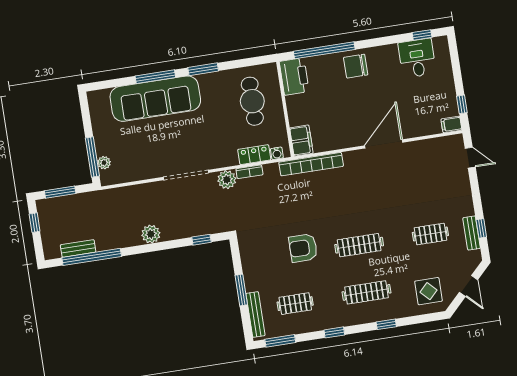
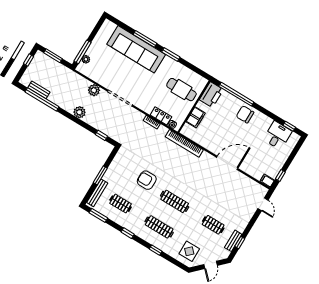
cafe table: (252, 101) -> (181, 90), turned 90
filing cabinet: (301, 141) -> (196, 117), moved
plant: (227, 180) -> (94, 90), moved

